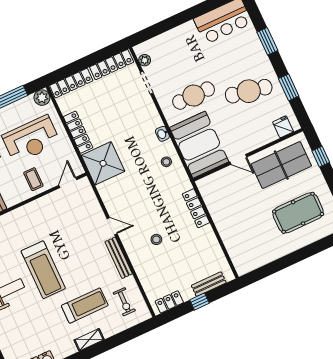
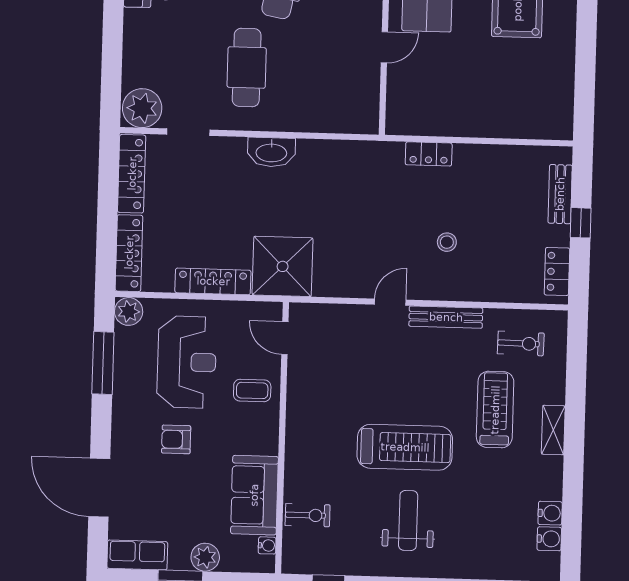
plant: (145, 60) -> (142, 108), width x1.87, depth x1.87
washbasin: (162, 134) -> (271, 152), width x1.91, depth x1.45
booth: (199, 145) -> (330, 98), removed
stool: (166, 162) -> (331, 164), removed
locker: (196, 208) -> (429, 154), width x0.66

